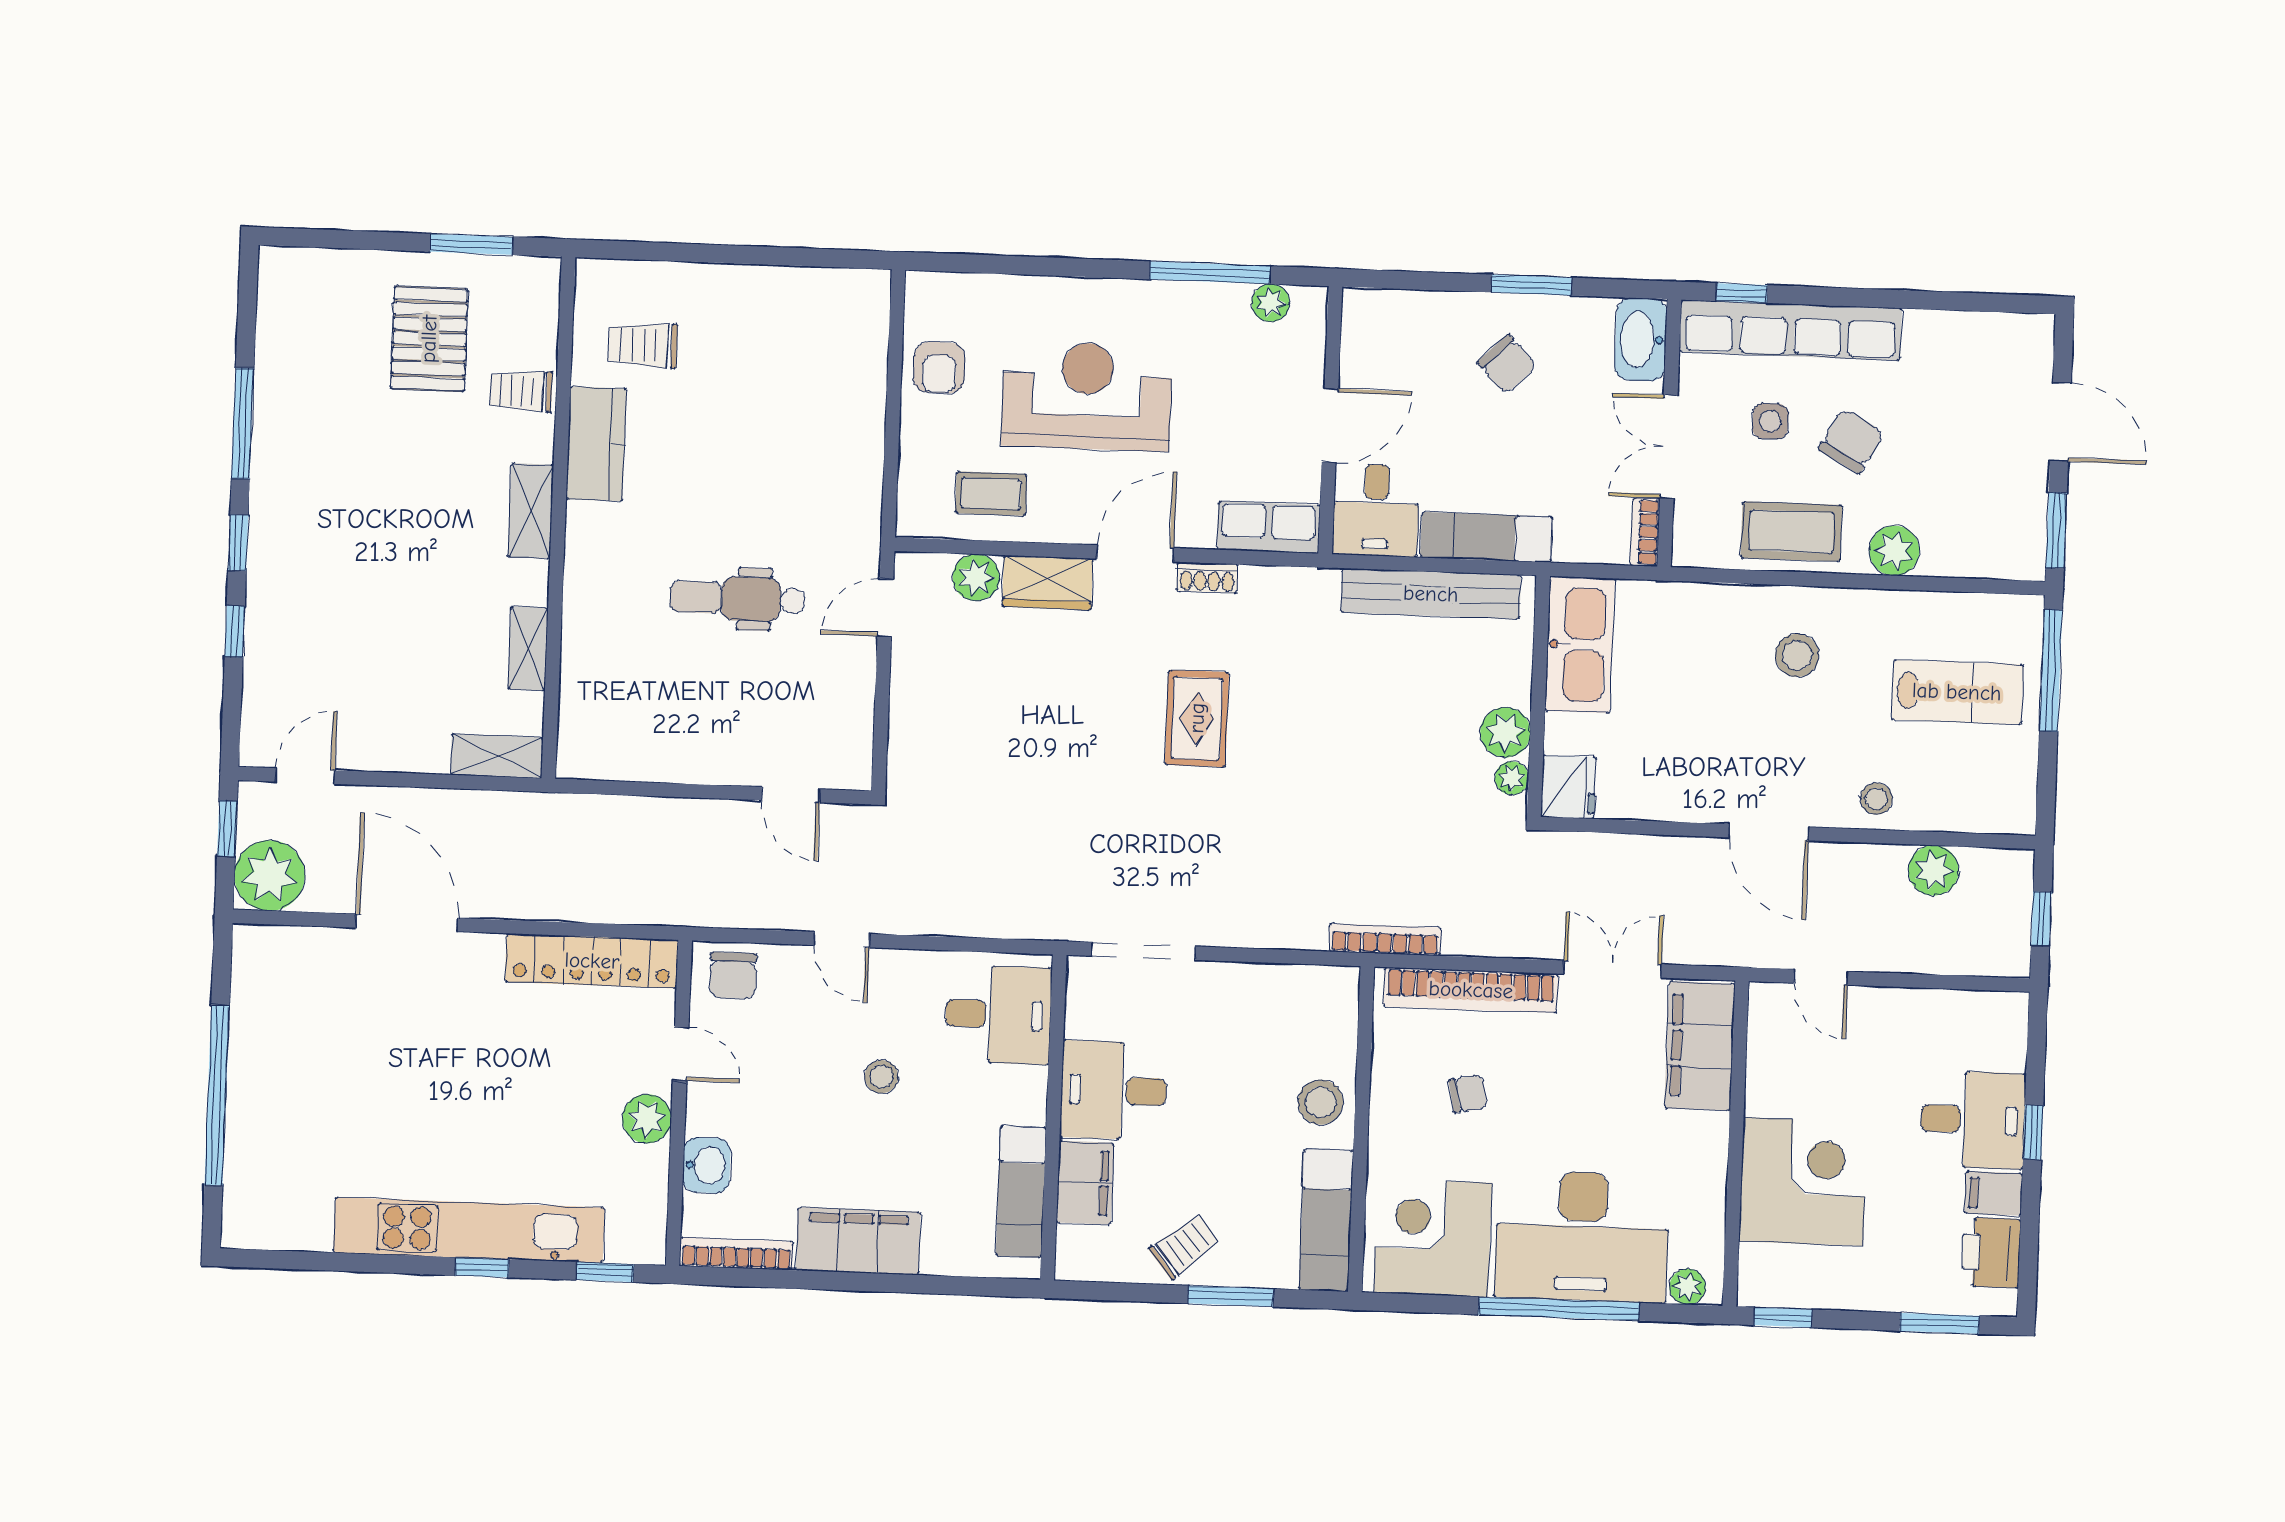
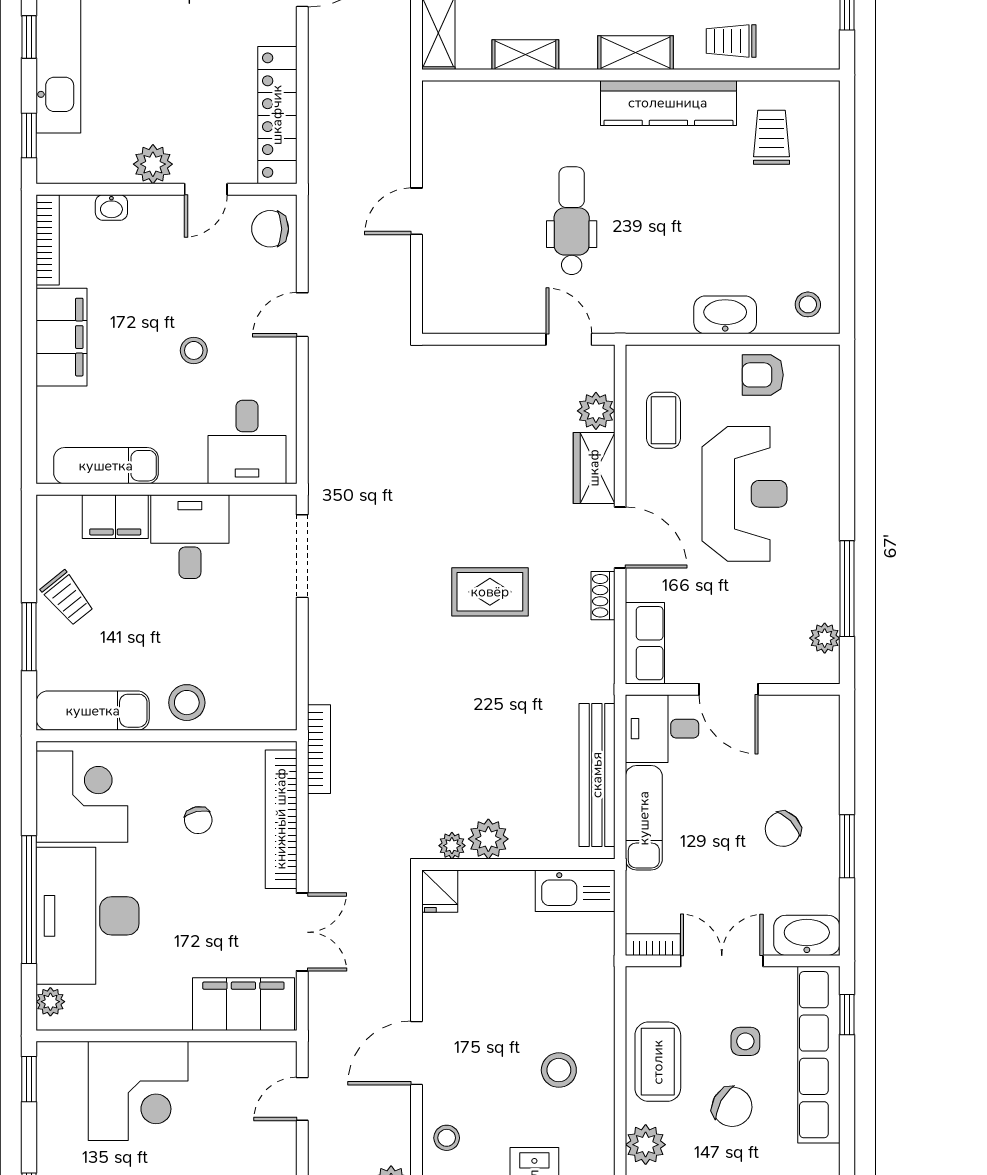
stool: (853, 308) -> (808, 304), added
trolley: (521, 391) -> (731, 41), turned -90
washbasin: (862, 412) -> (725, 315), added
kitchen counter: (596, 444) -> (668, 103), width x1.50
kitchen sink: (1580, 645) -> (575, 891), width x0.73, depth x0.81
fridge: (1568, 787) -> (440, 891), width x0.72
door: (791, 795) -> (417, 211), moved
washbasin: (706, 1165) -> (111, 208), width x0.72, depth x0.69

